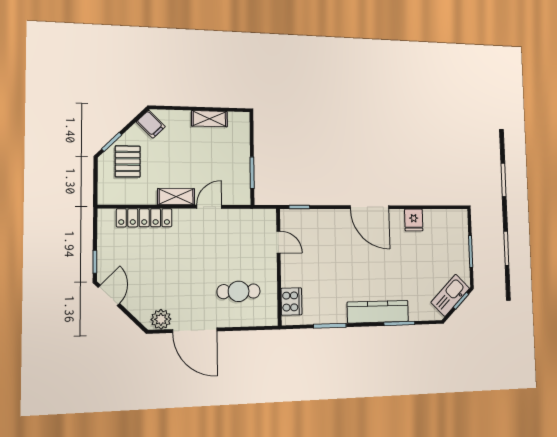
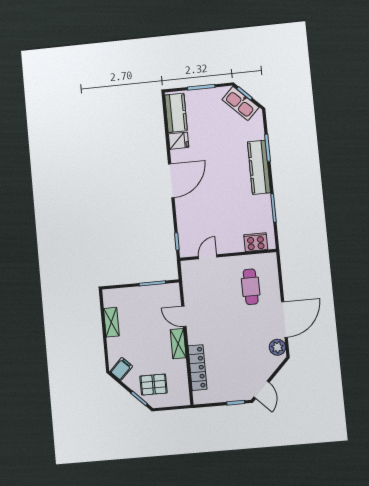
kitchen counter: (445, 220) -> (176, 113), added
door: (109, 295) -> (261, 390), swing flipped

